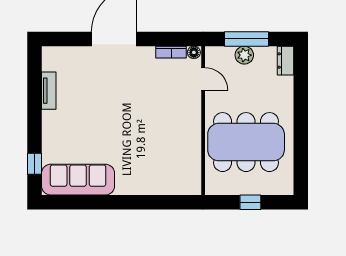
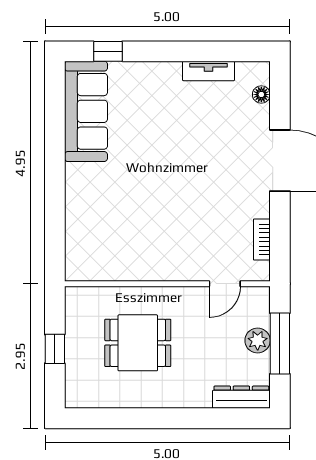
floor lamp: (194, 52) -> (261, 95), moved
dresser: (285, 61) -> (241, 397), width x1.44
dining table: (246, 142) -> (138, 343), width x0.53, depth x0.80

